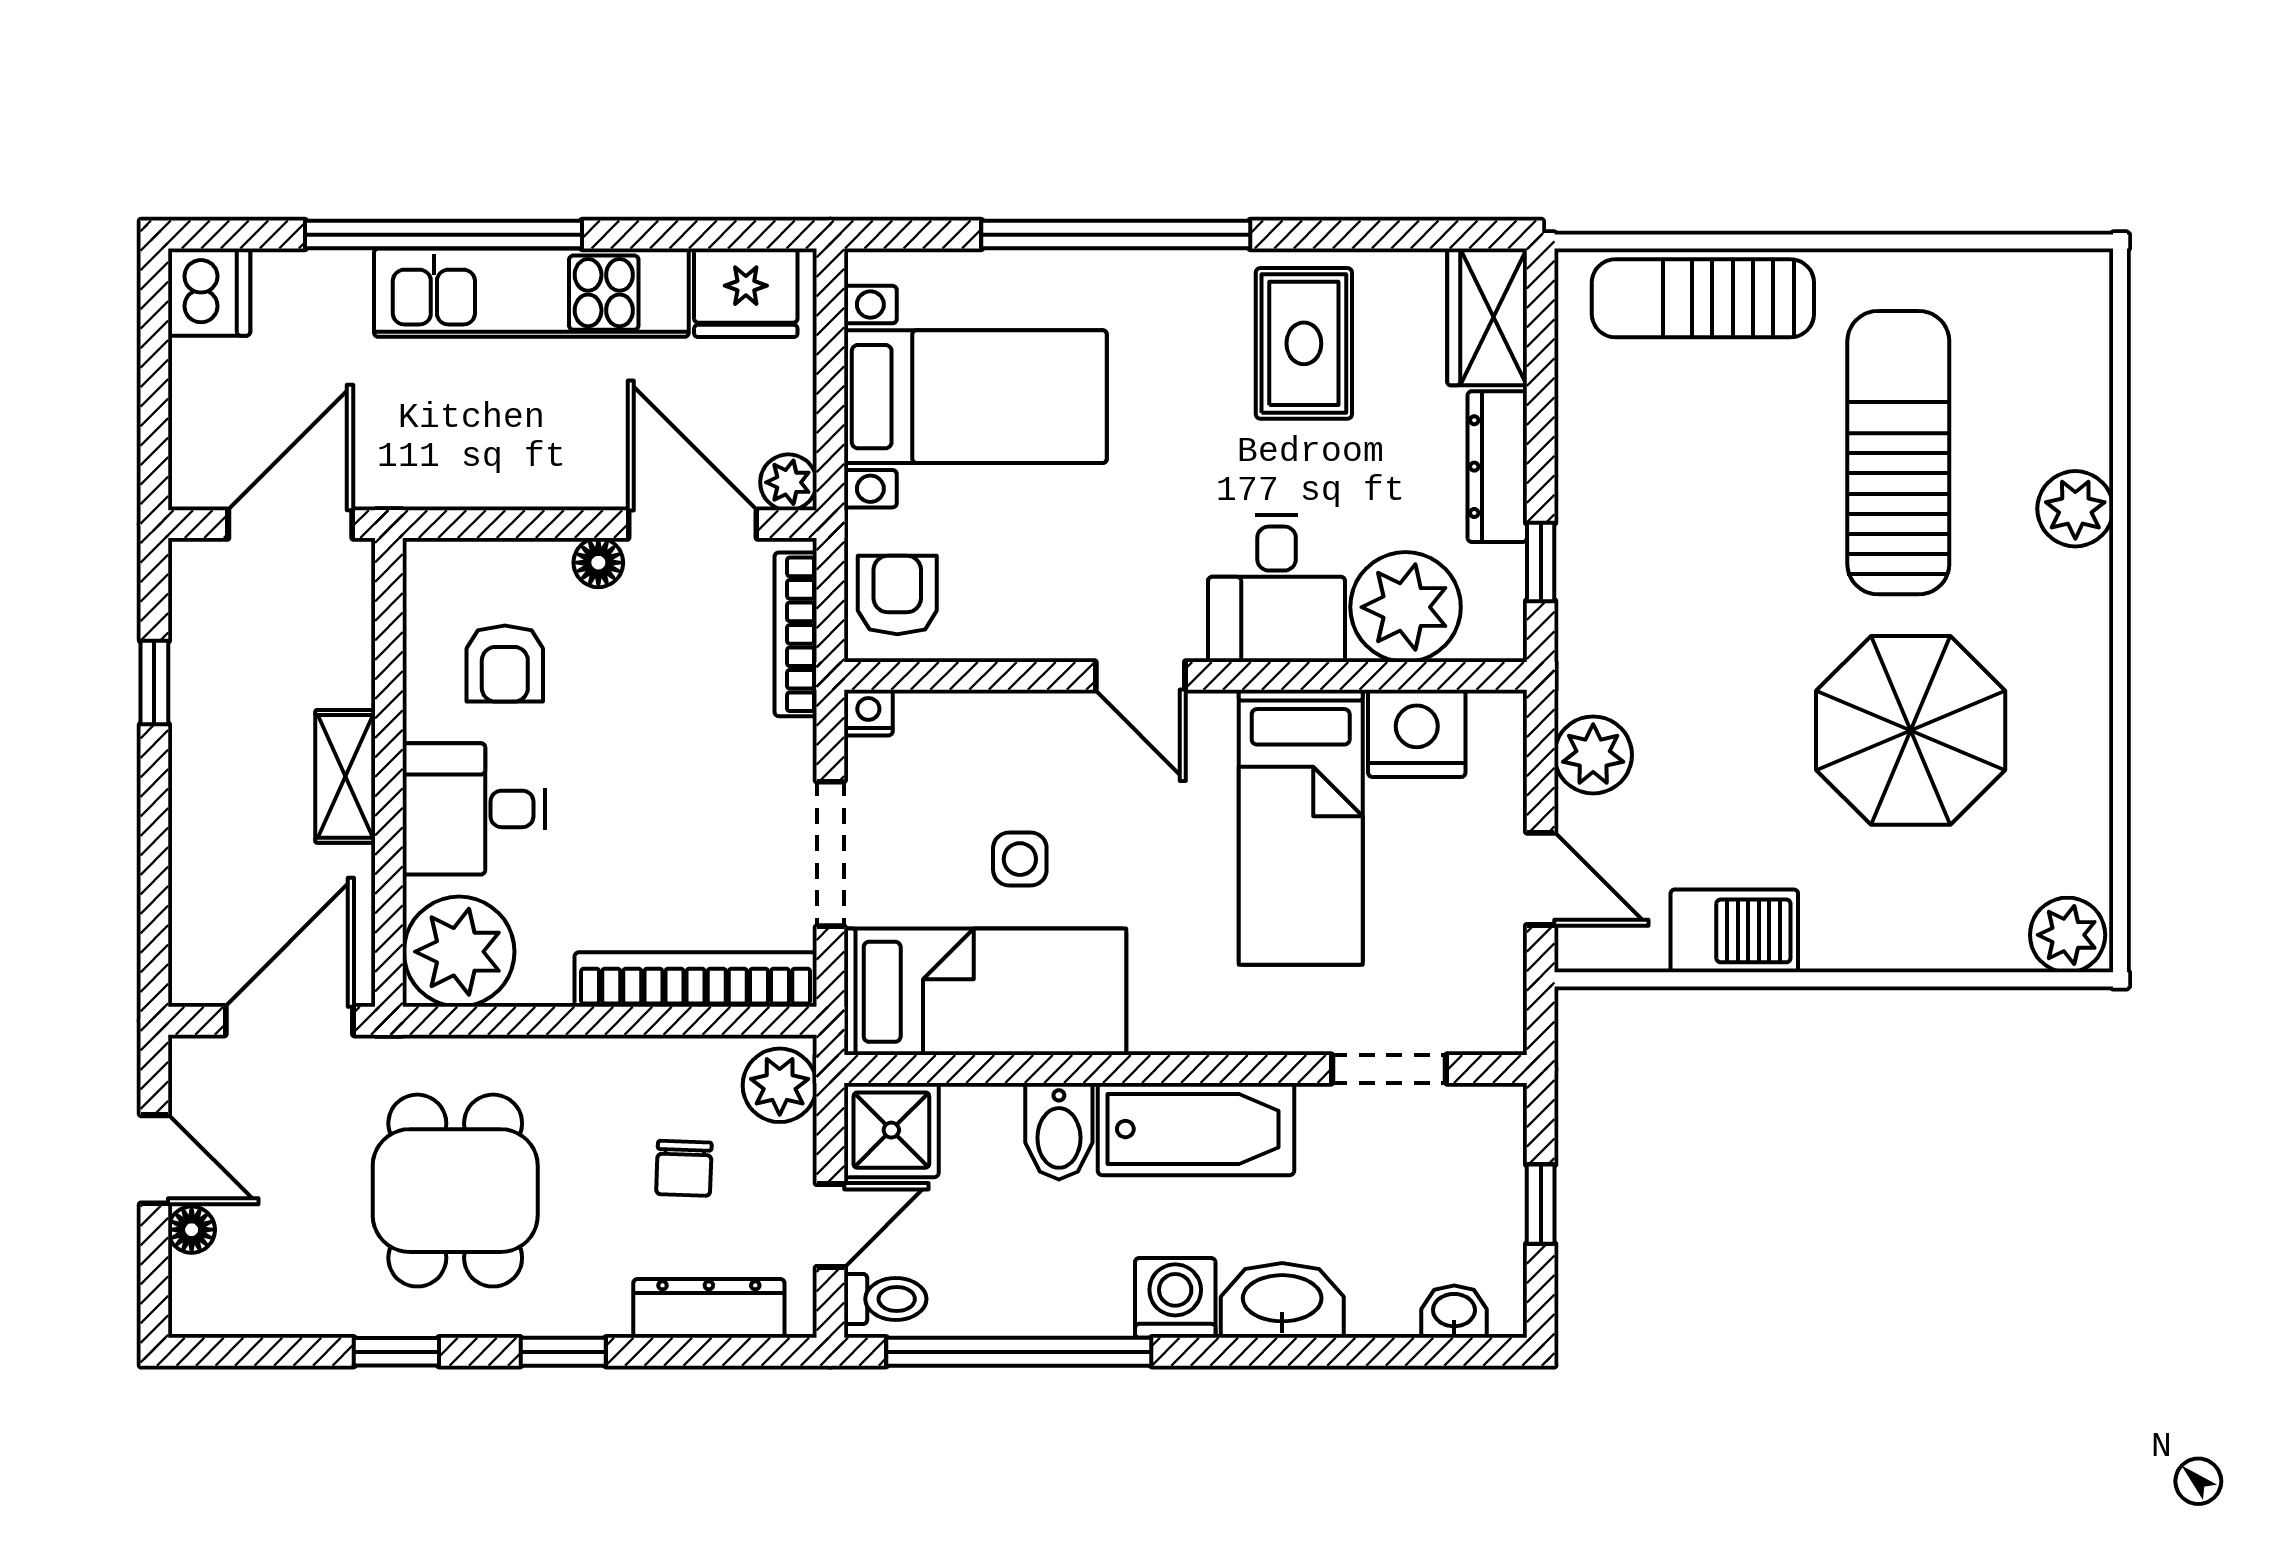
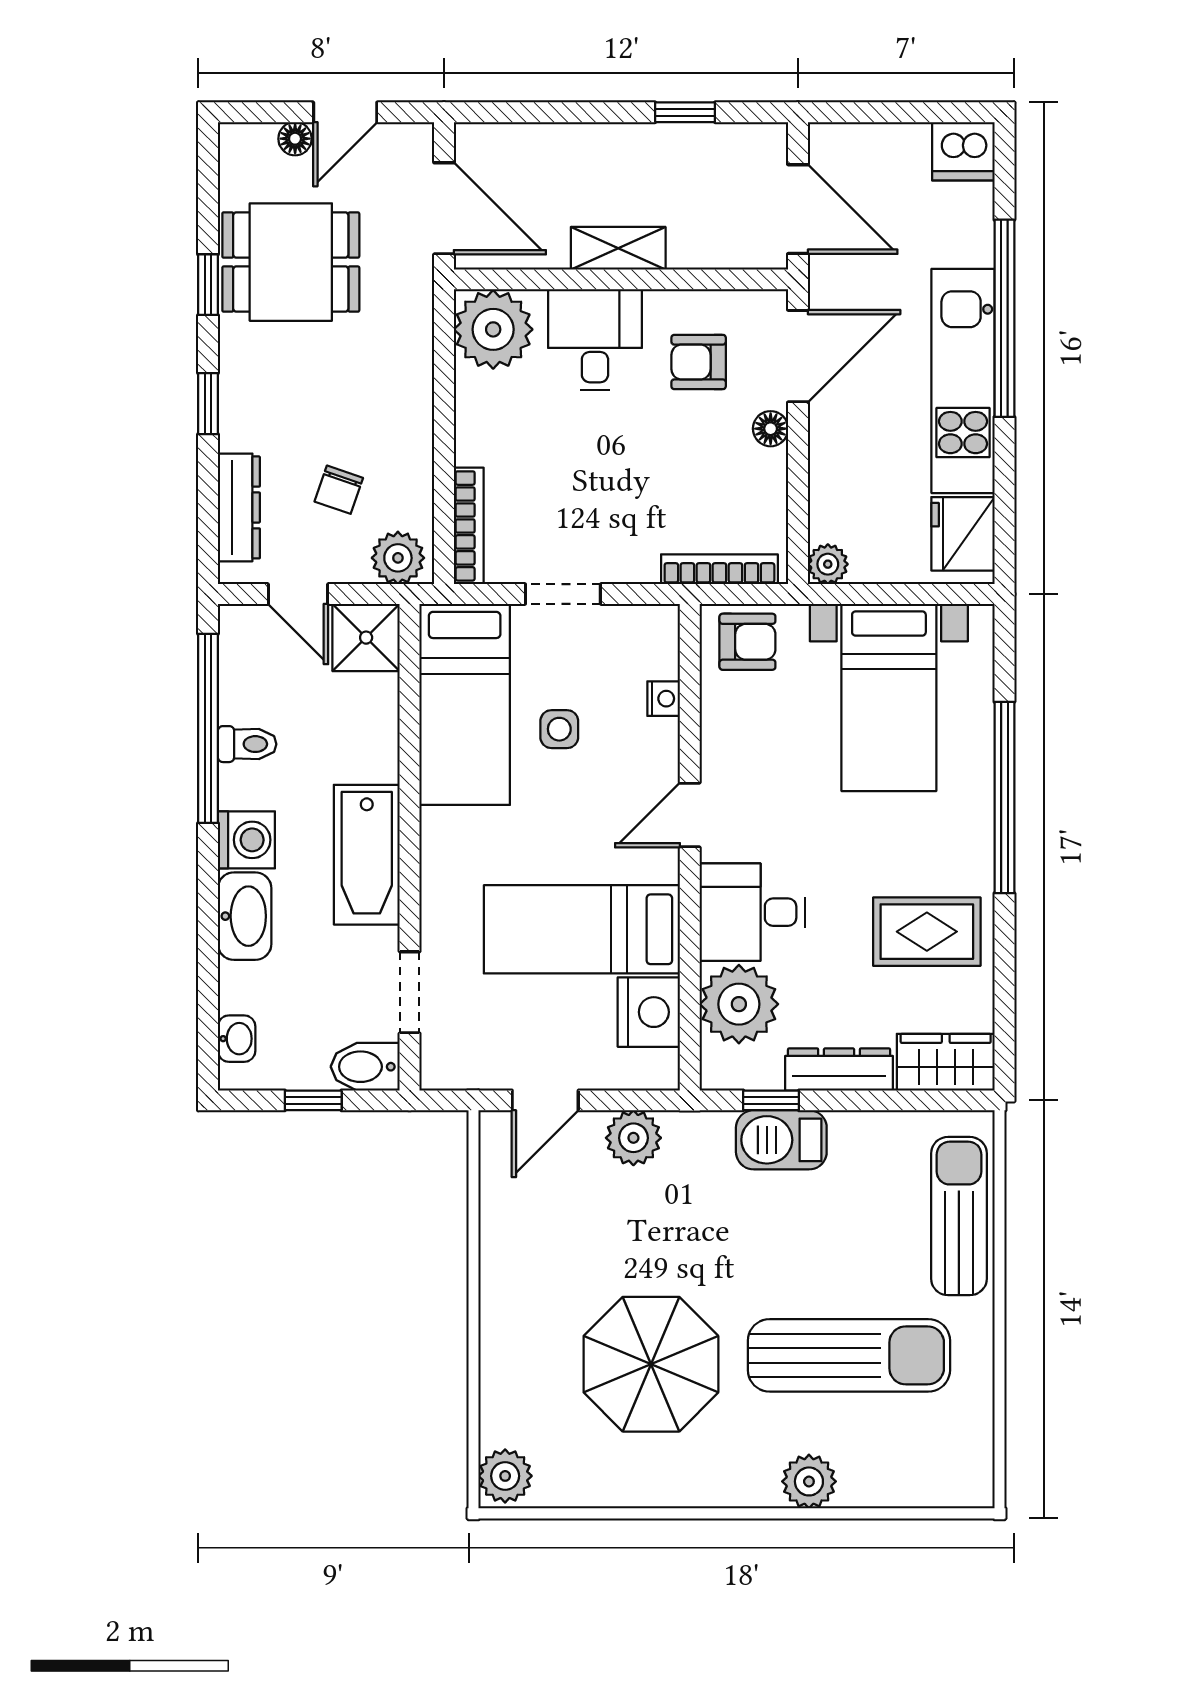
door: (692, 524) -> (798, 356), moved
nightstand: (868, 713) -> (664, 699), moved
doorway: (830, 854) -> (563, 594), width x0.73
barbecue: (1734, 931) -> (781, 1140), moved, turned 90
bookcase: (696, 979) -> (469, 526), width x0.68, depth x0.76
bidet: (1059, 1131) -> (365, 1067), moved
chair: (684, 1168) -> (339, 490), turned -73
dining table: (455, 1191) -> (291, 262), moved
toilet: (885, 1299) -> (247, 744), moved, turned -90

